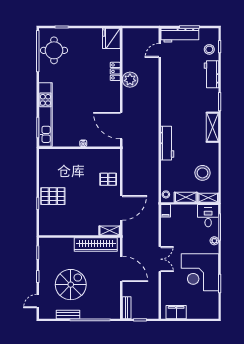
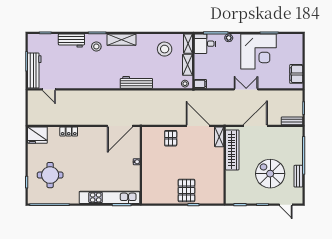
stool: (209, 49) -> (96, 46), moved
round table: (54, 50) -> (50, 175), moved
plant: (130, 80) -> (76, 118), removed

